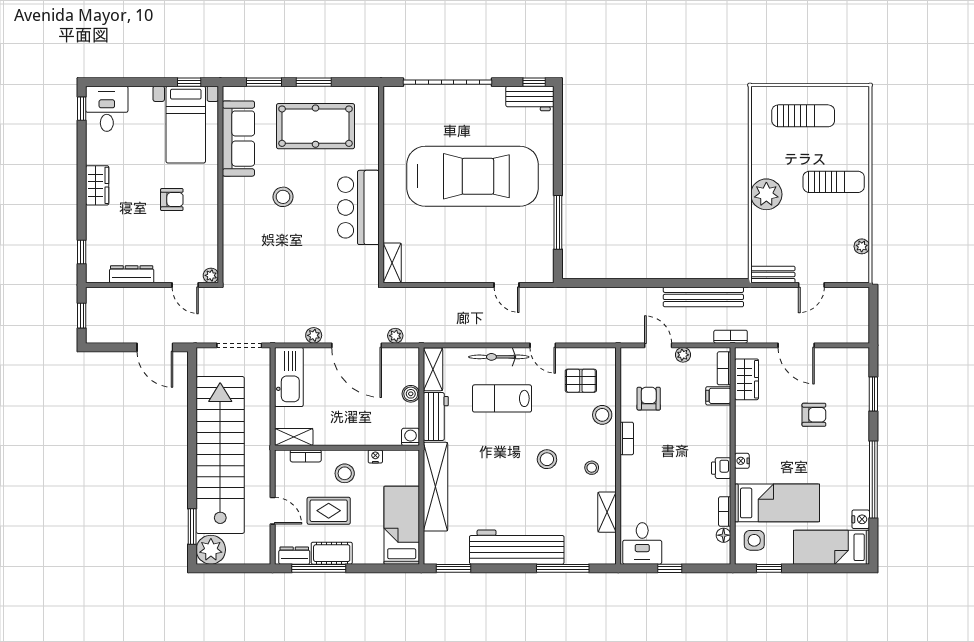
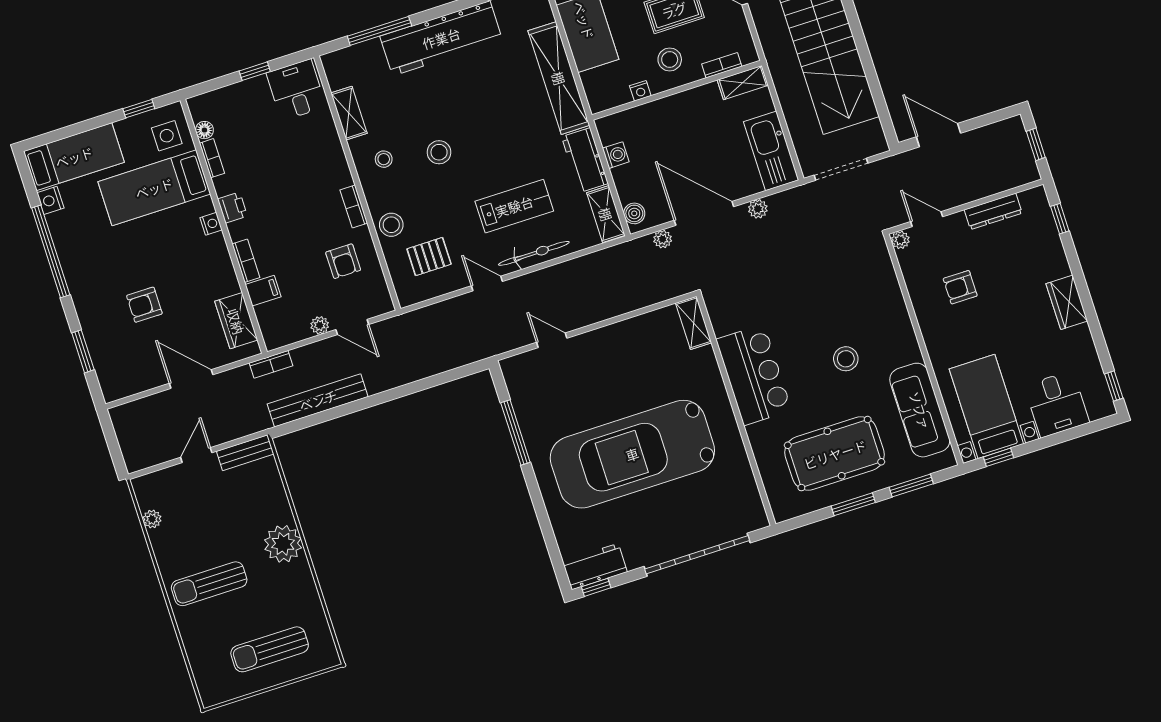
desk: (107, 109) -> (1057, 404), moved
armchair: (172, 200) -> (960, 287), moved
bookcase: (724, 368) -> (246, 261), moved
boiler: (411, 394) -> (634, 213), moved
washing machine: (411, 437) -> (616, 155), moved, turned -90

